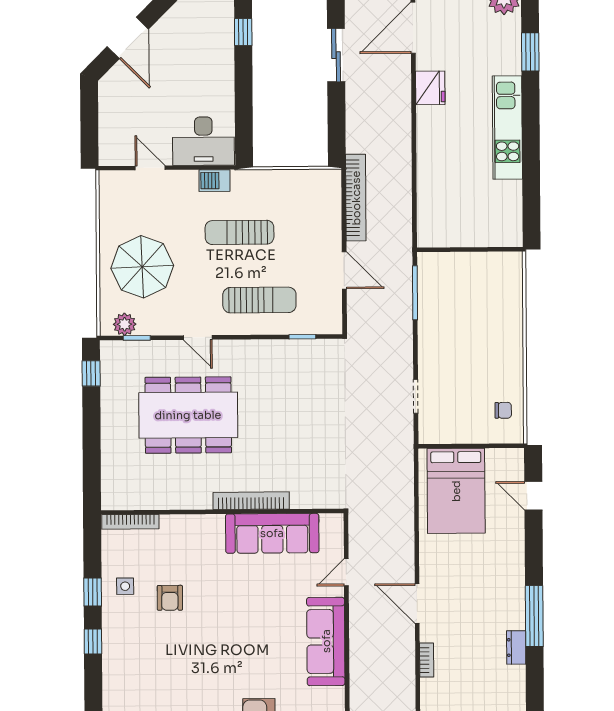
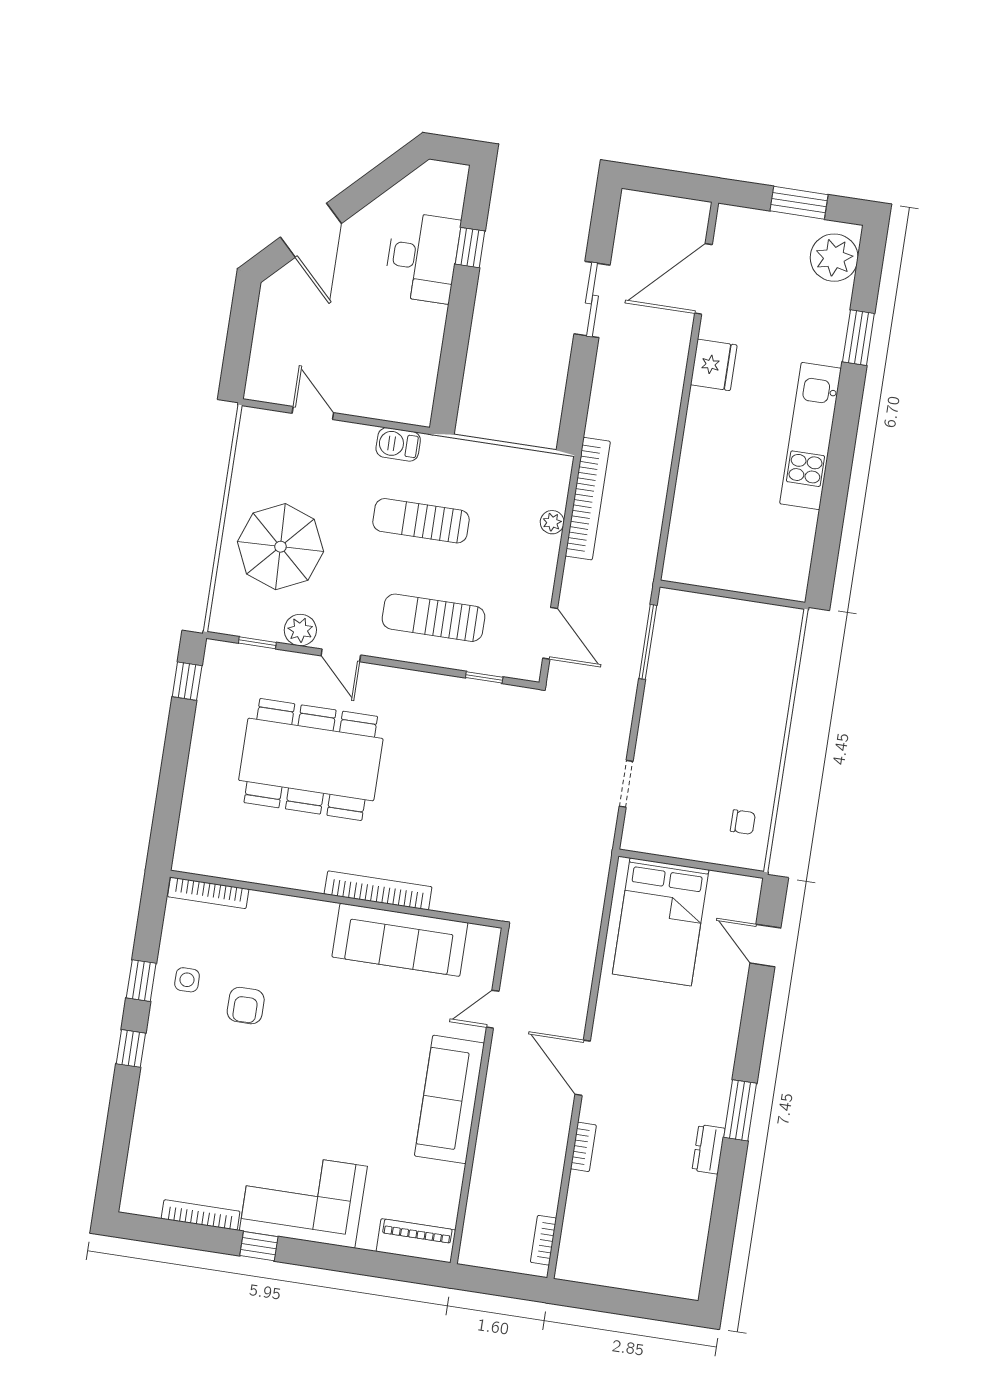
desk: (203, 141) -> (422, 257), moved, turned -90
plant: (333, 218) -> (552, 522), added
door: (344, 270) -> (550, 633), moved
sun lounger: (259, 300) -> (433, 618), turned 180
plant: (125, 324) -> (300, 630), moved
window: (534, 616) -> (740, 1110), width x0.69

